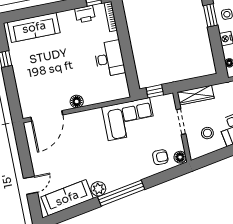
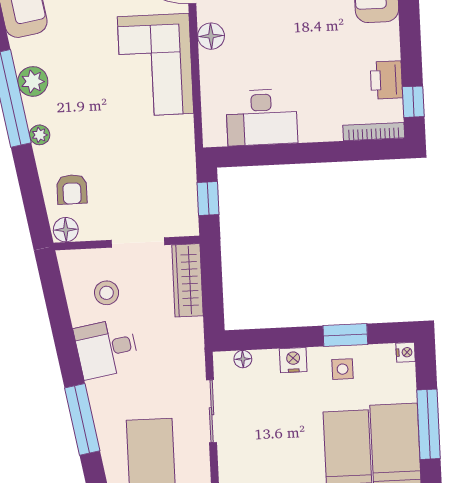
desk: (109, 59) -> (262, 117), moved
corner sofa: (129, 119) -> (156, 65), moved
plant: (137, 177) -> (40, 135), added
plant: (98, 189) -> (33, 81), moved

